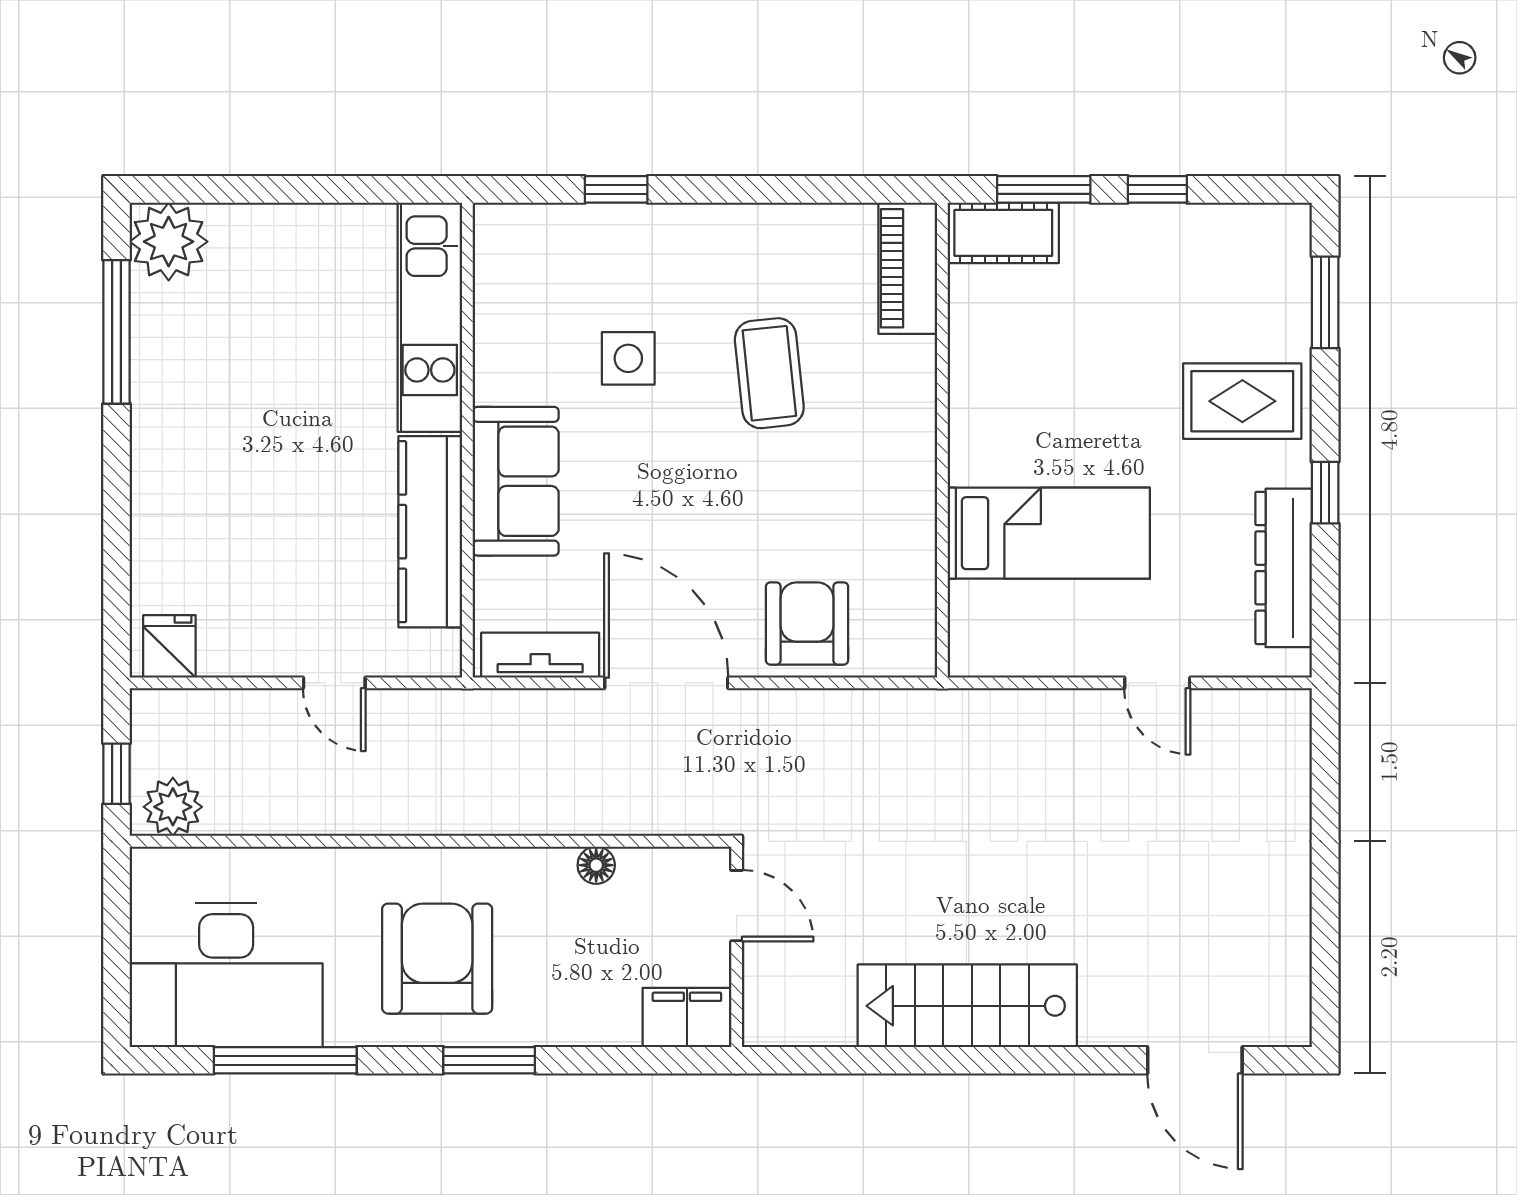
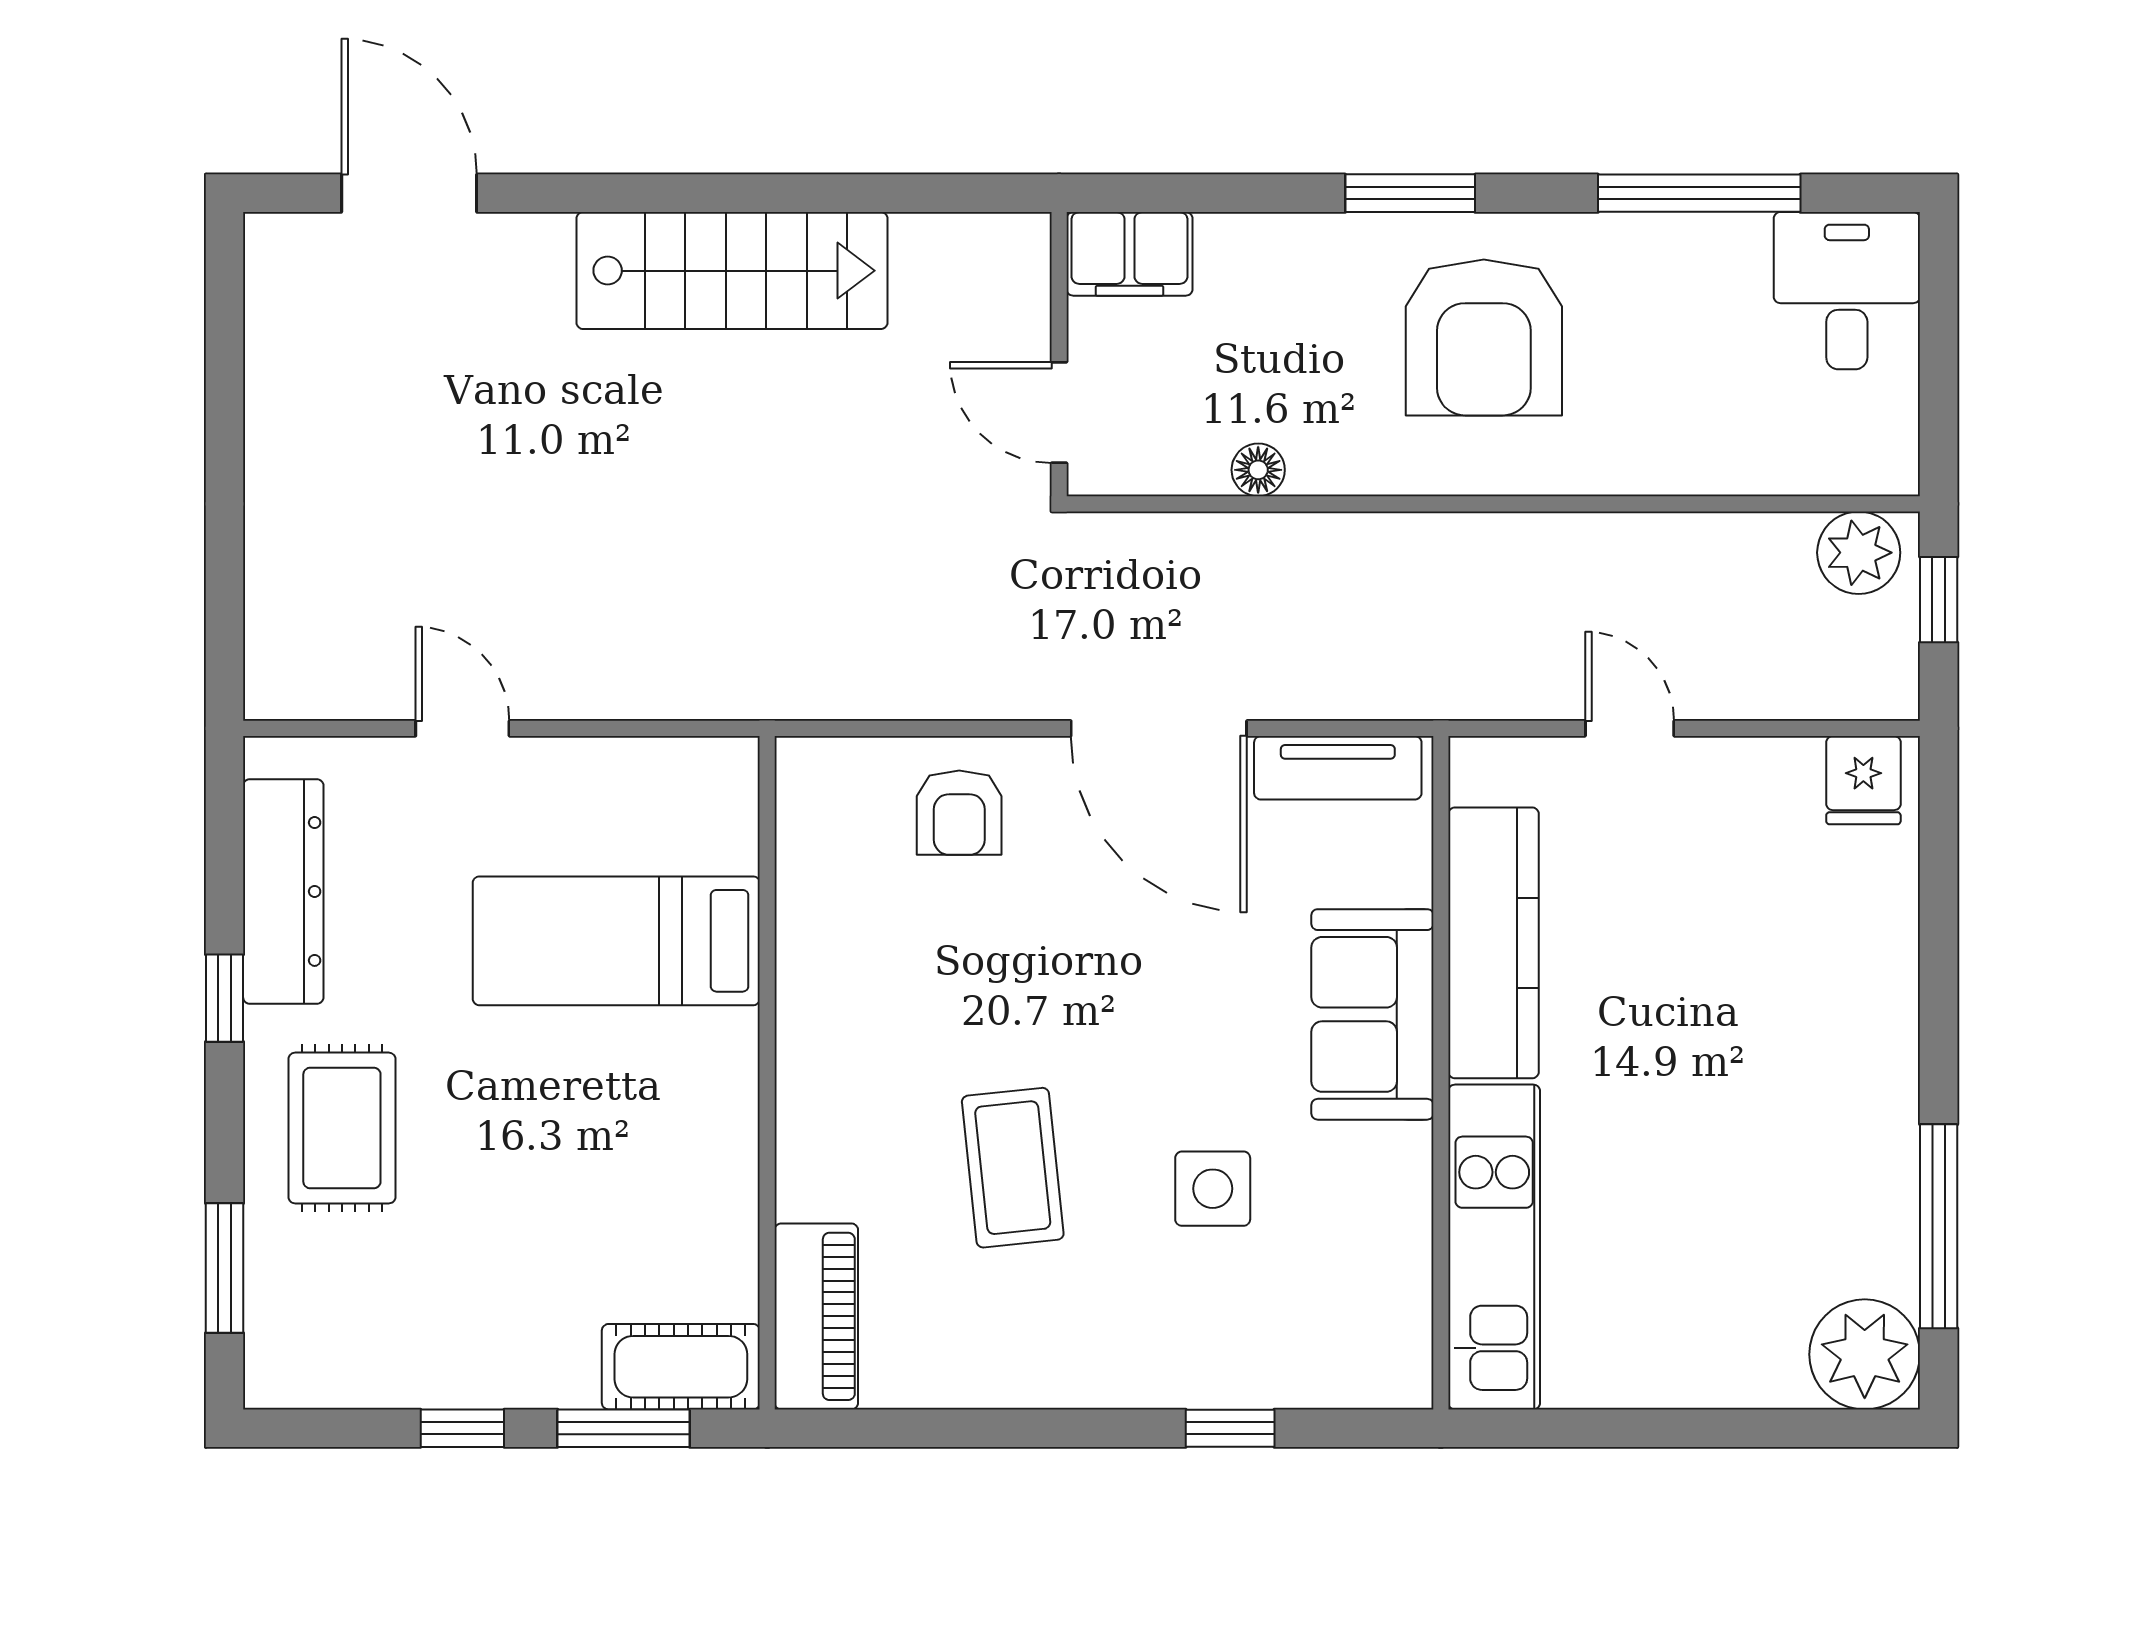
rug: (1242, 401) -> (342, 1128), turned 90
armchair: (807, 623) -> (959, 813), width x0.72, depth x0.72
desk: (226, 975) -> (1847, 291), width x0.53, depth x0.77

